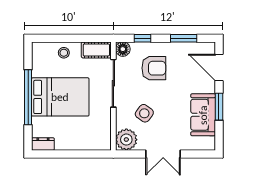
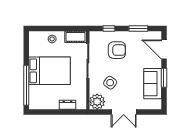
floor lamp: (123, 49) -> (95, 36), removed
window: (28, 97) -> (26, 85), moved
dresser: (43, 144) -> (67, 105), moved

